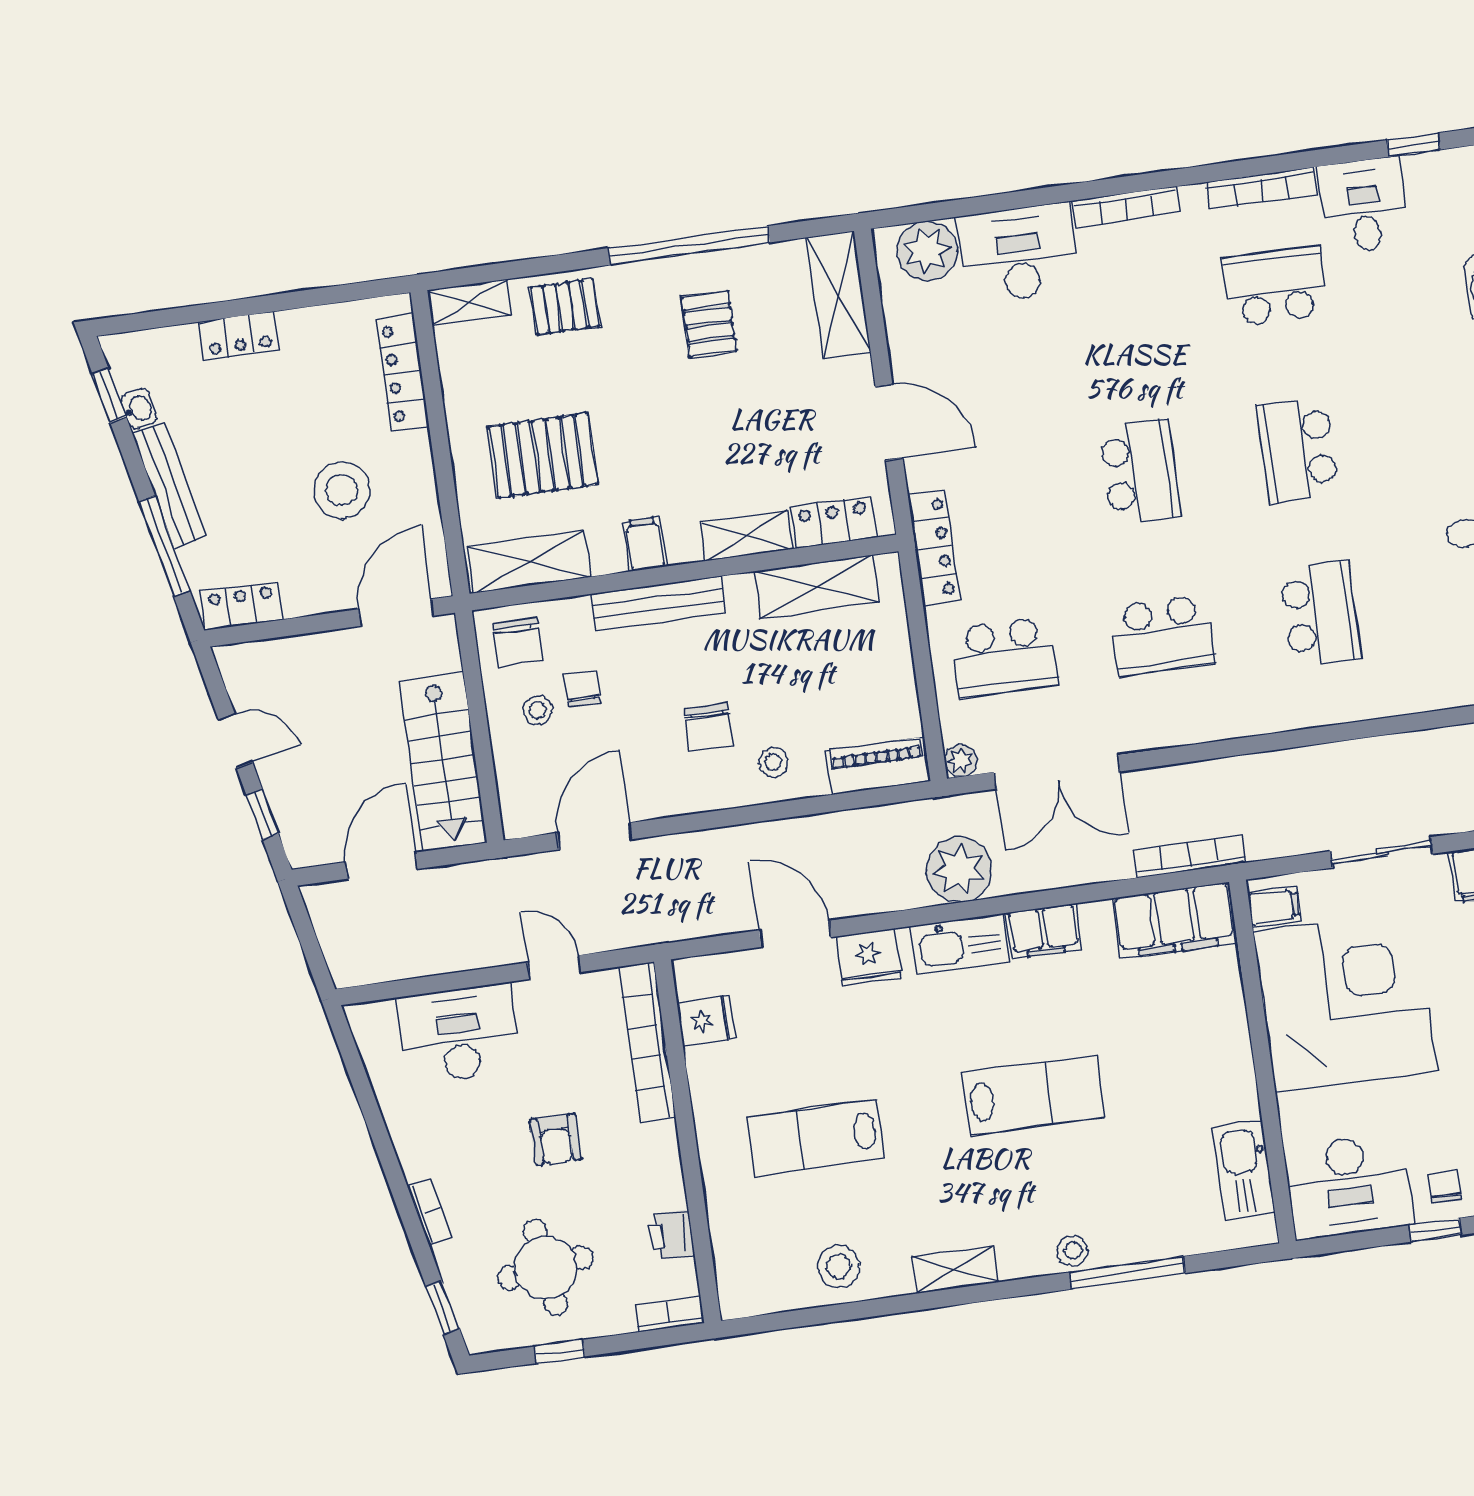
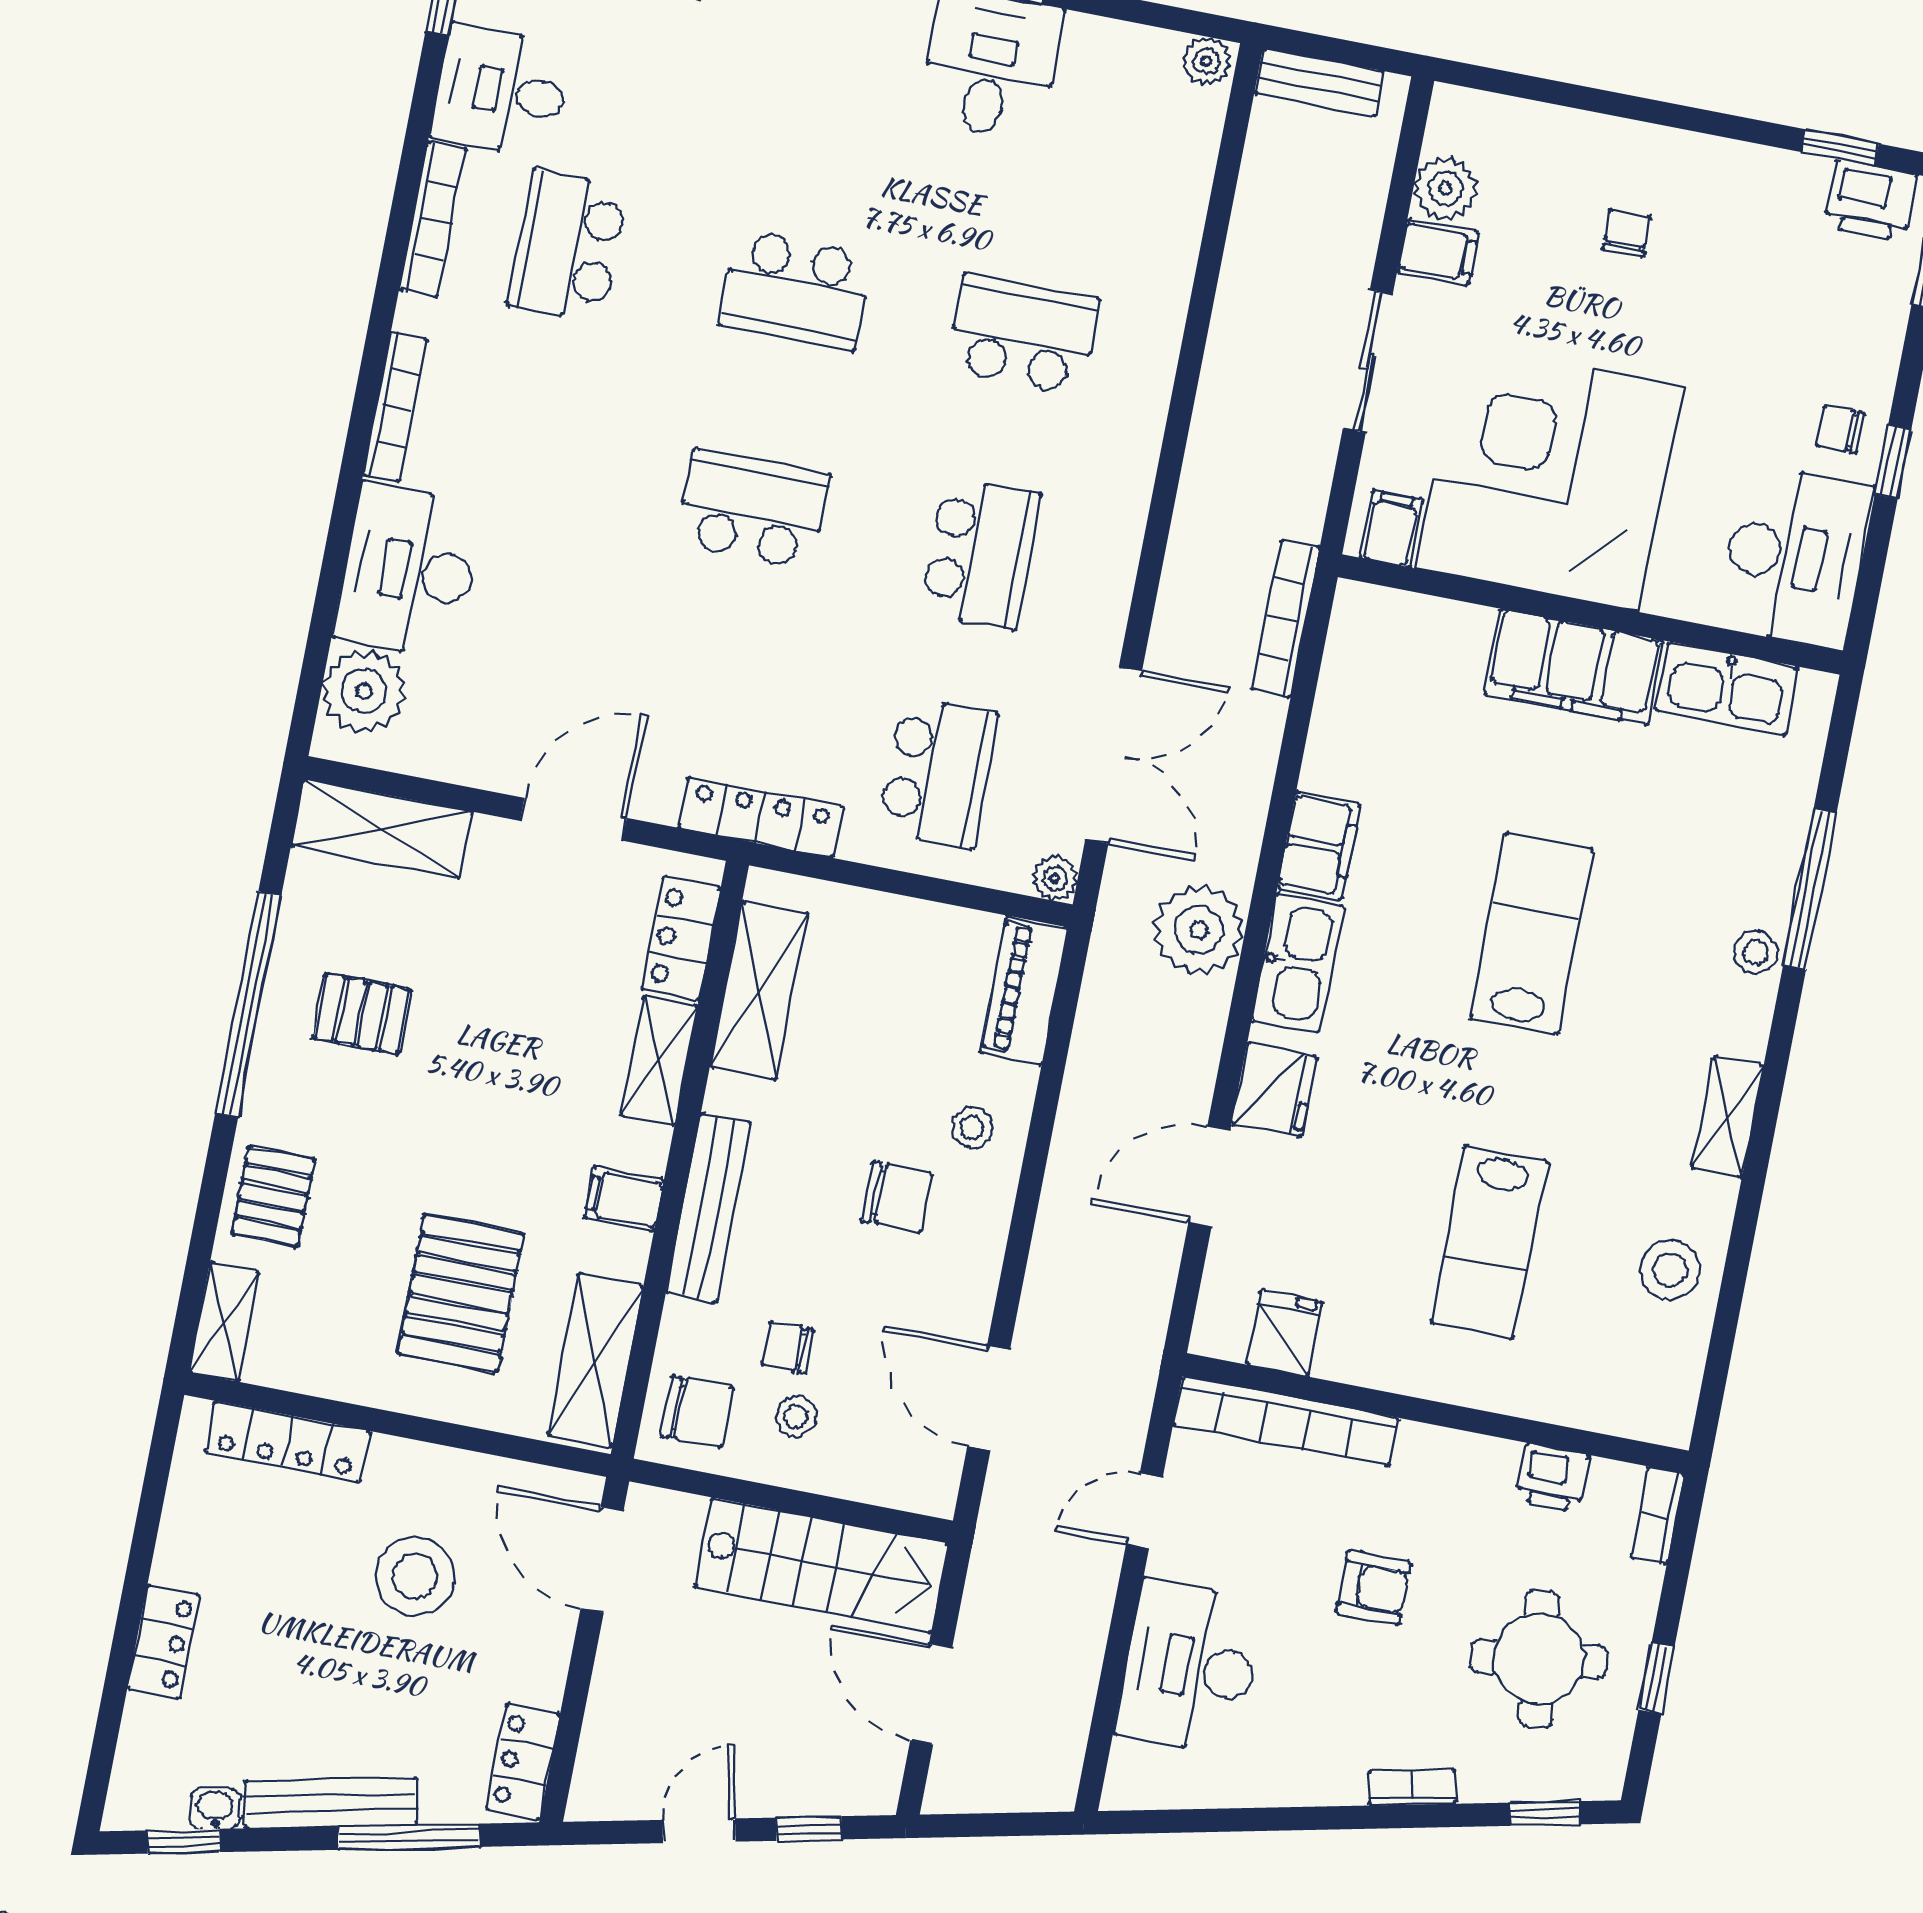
filing cabinet: (1175, 921) -> (1574, 667), moved, turned 90

